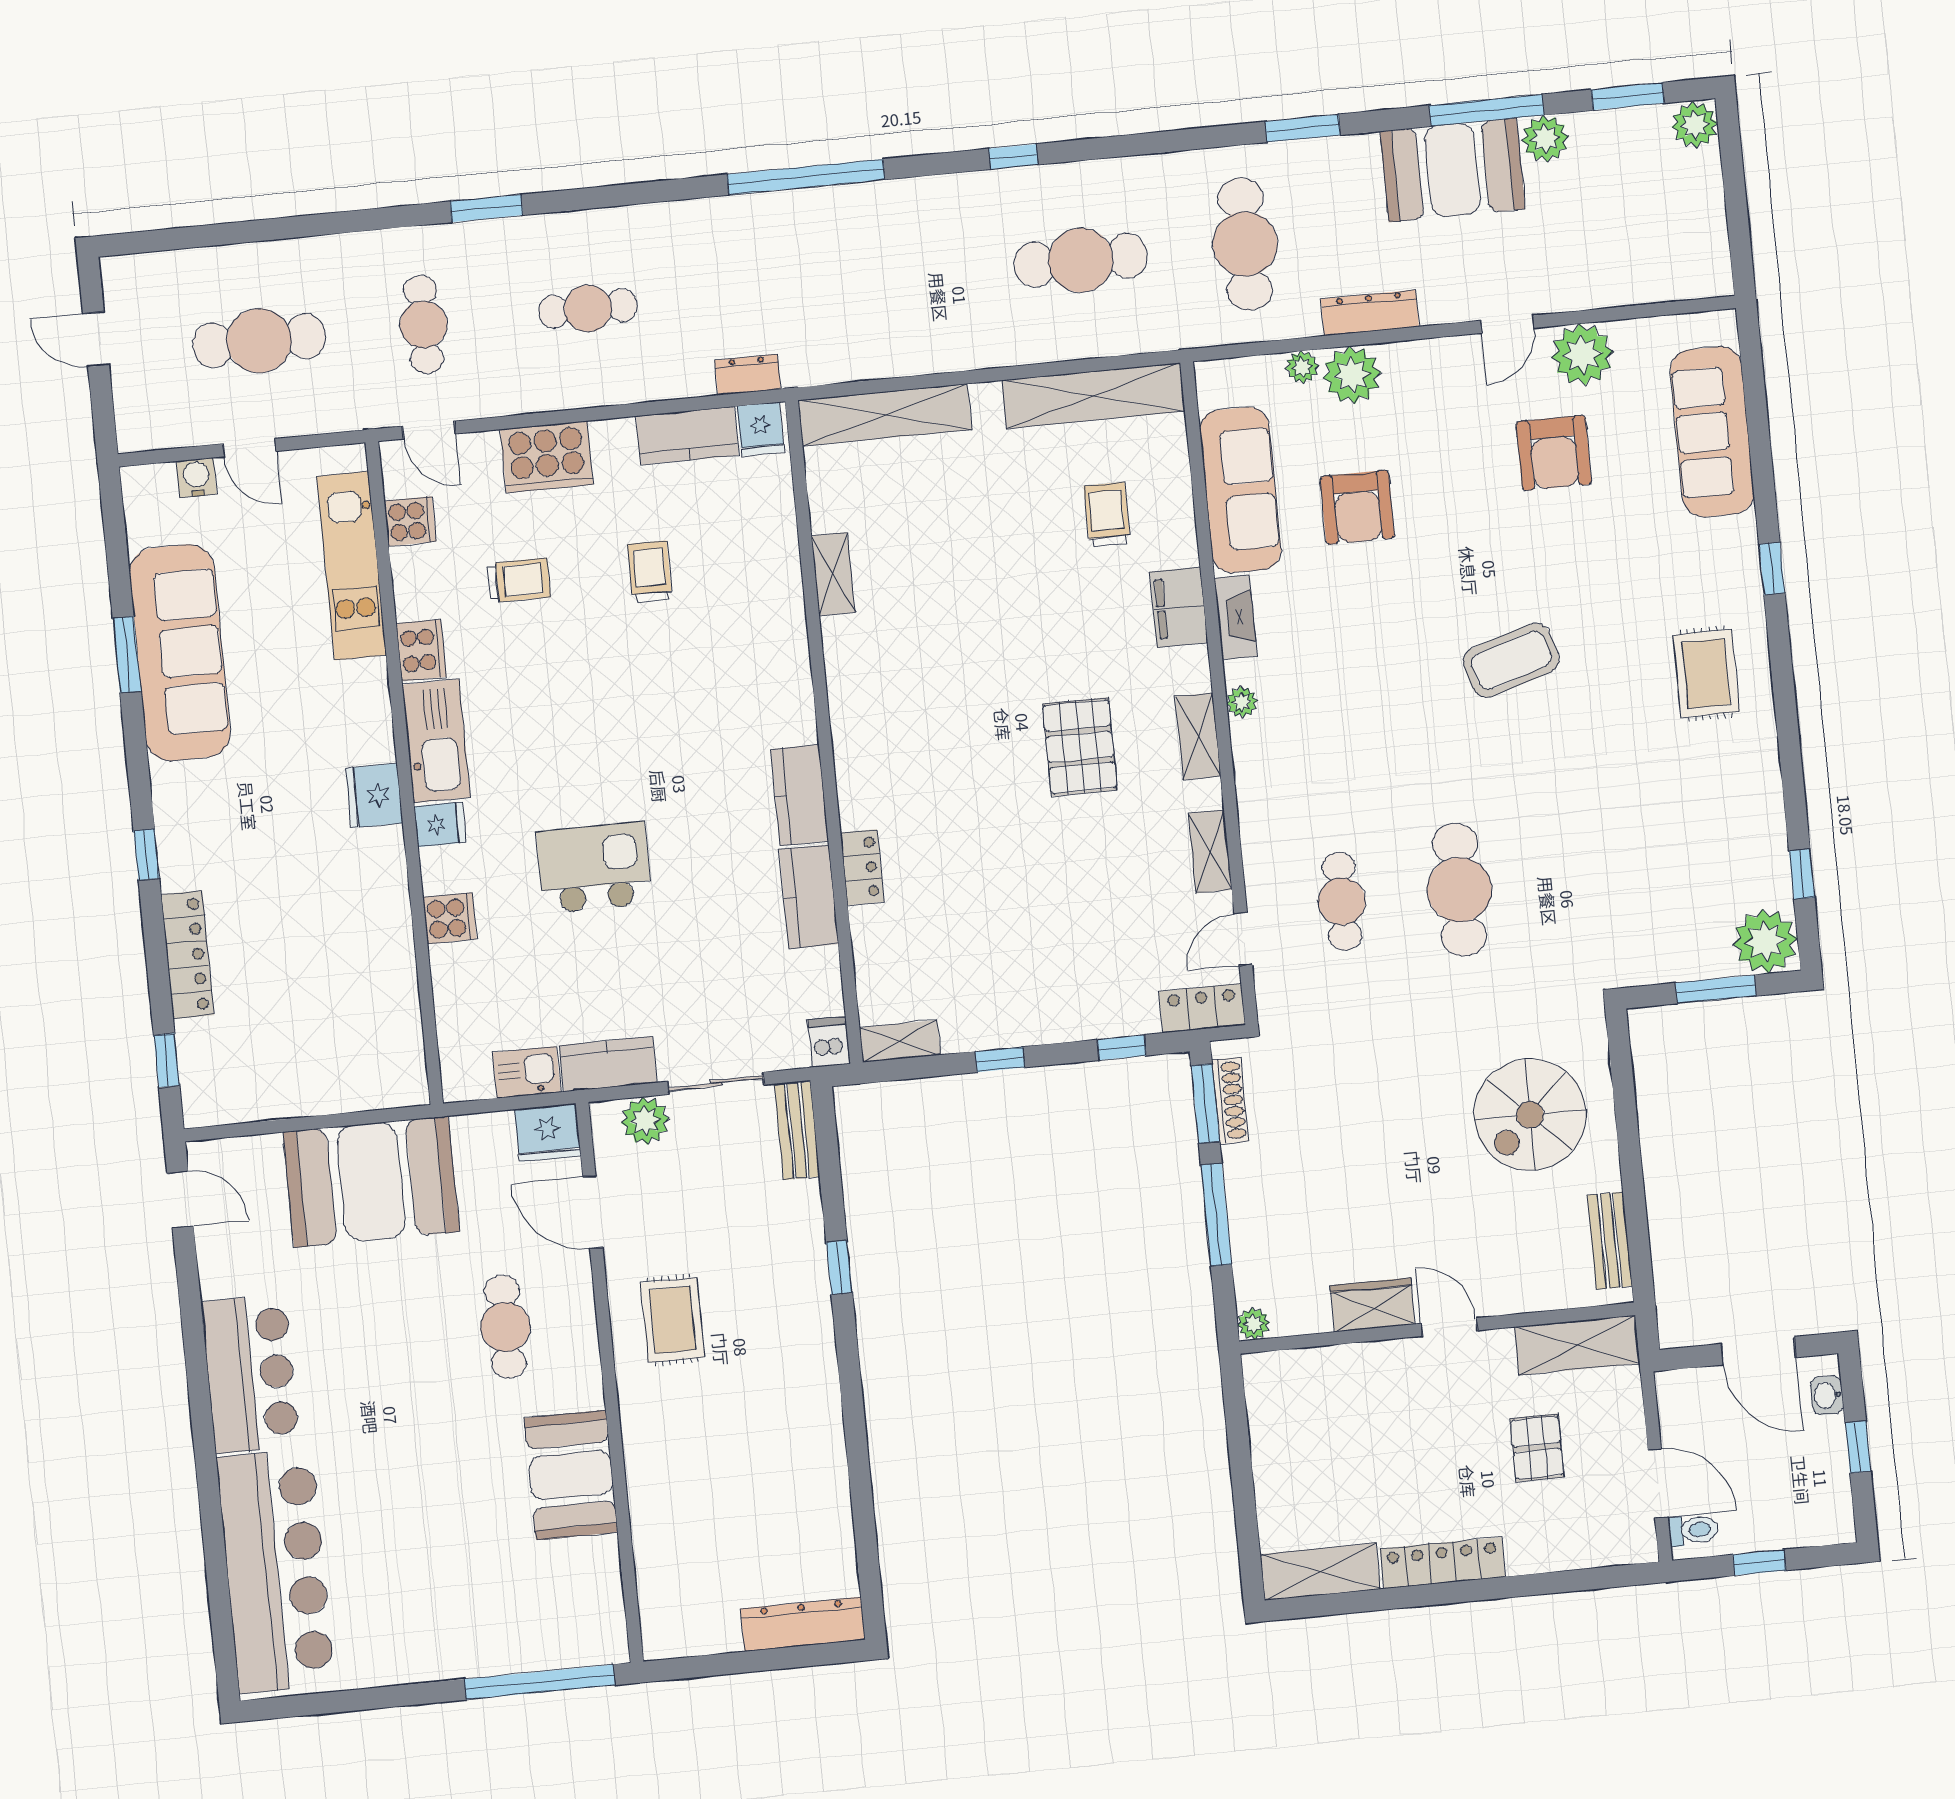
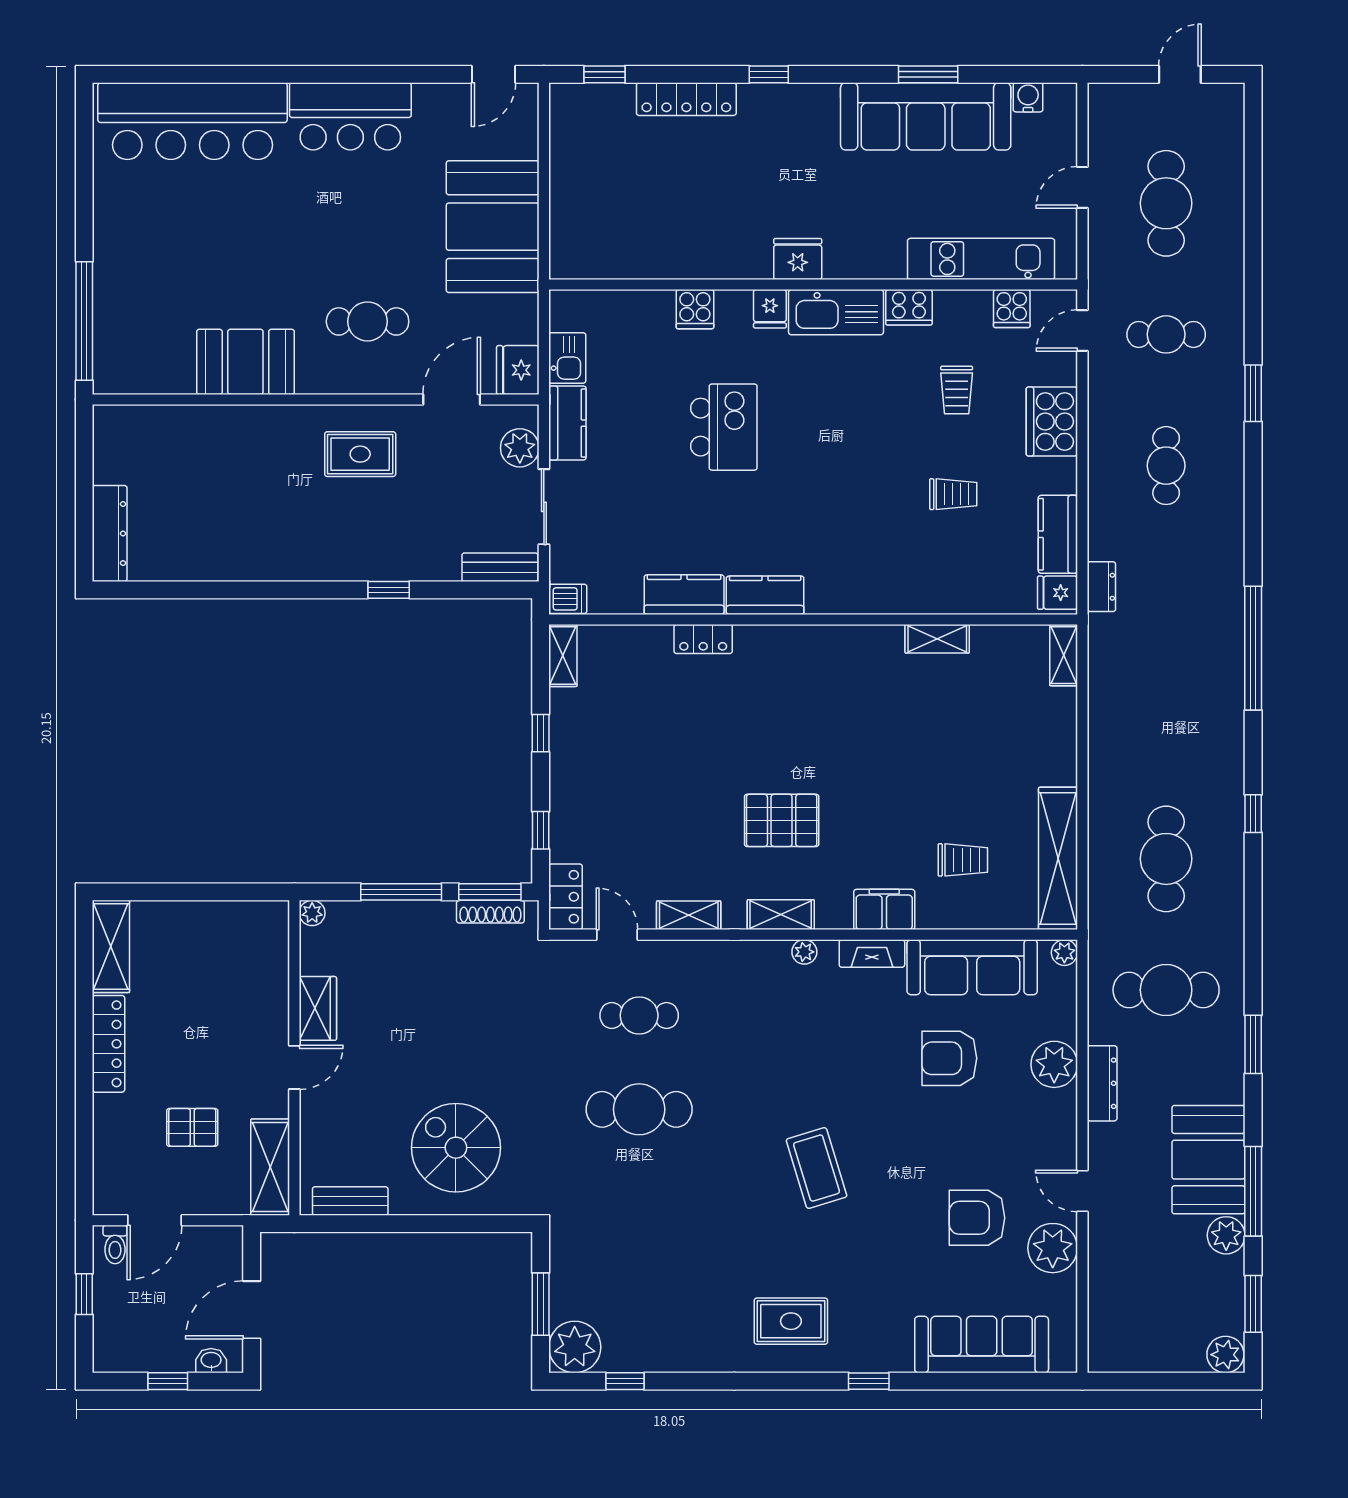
plant: (1302, 367) -> (1064, 953), moved
shelving: (885, 415) -> (1064, 655), width x0.45, depth x0.75
water cooler: (196, 478) -> (1028, 97), moved, turned -90

